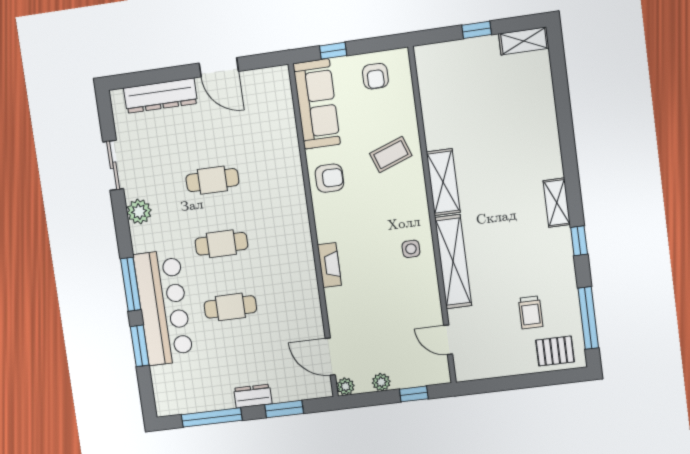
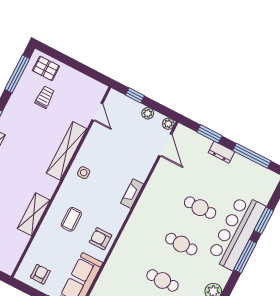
coffee table: (391, 155) -> (71, 219), moved, turned -70
shelving: (443, 182) -> (34, 214), moved

